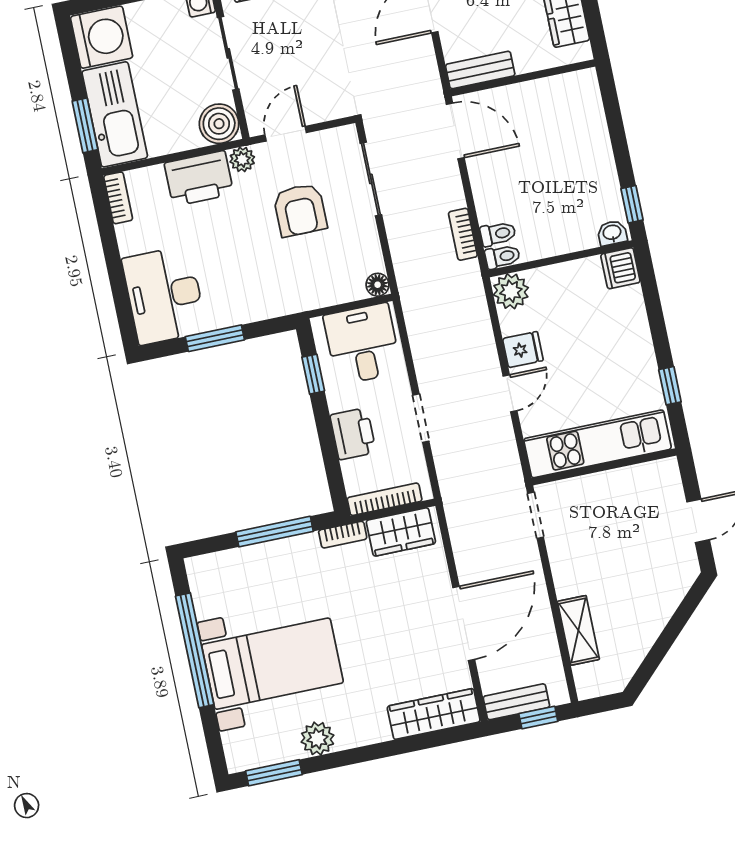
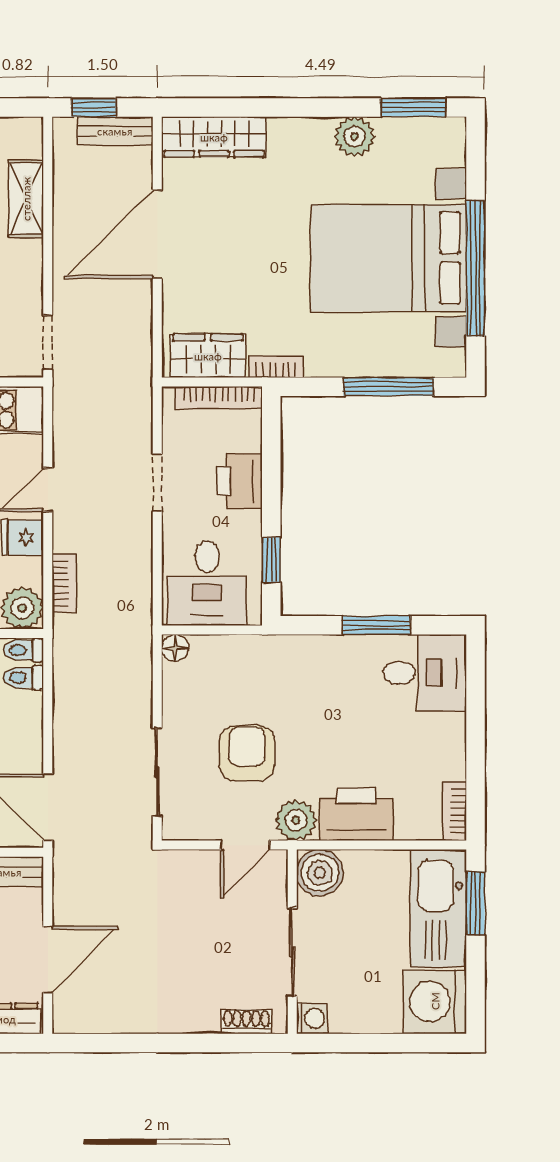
plant: (242, 159) -> (296, 820), width x1.38, depth x1.38
bookcase: (463, 234) -> (64, 583), moved
desk: (164, 295) -> (425, 673), width x0.73
window: (275, 532) -> (389, 387), moved
bed with nightstands: (272, 664) -> (389, 258), width x1.36

